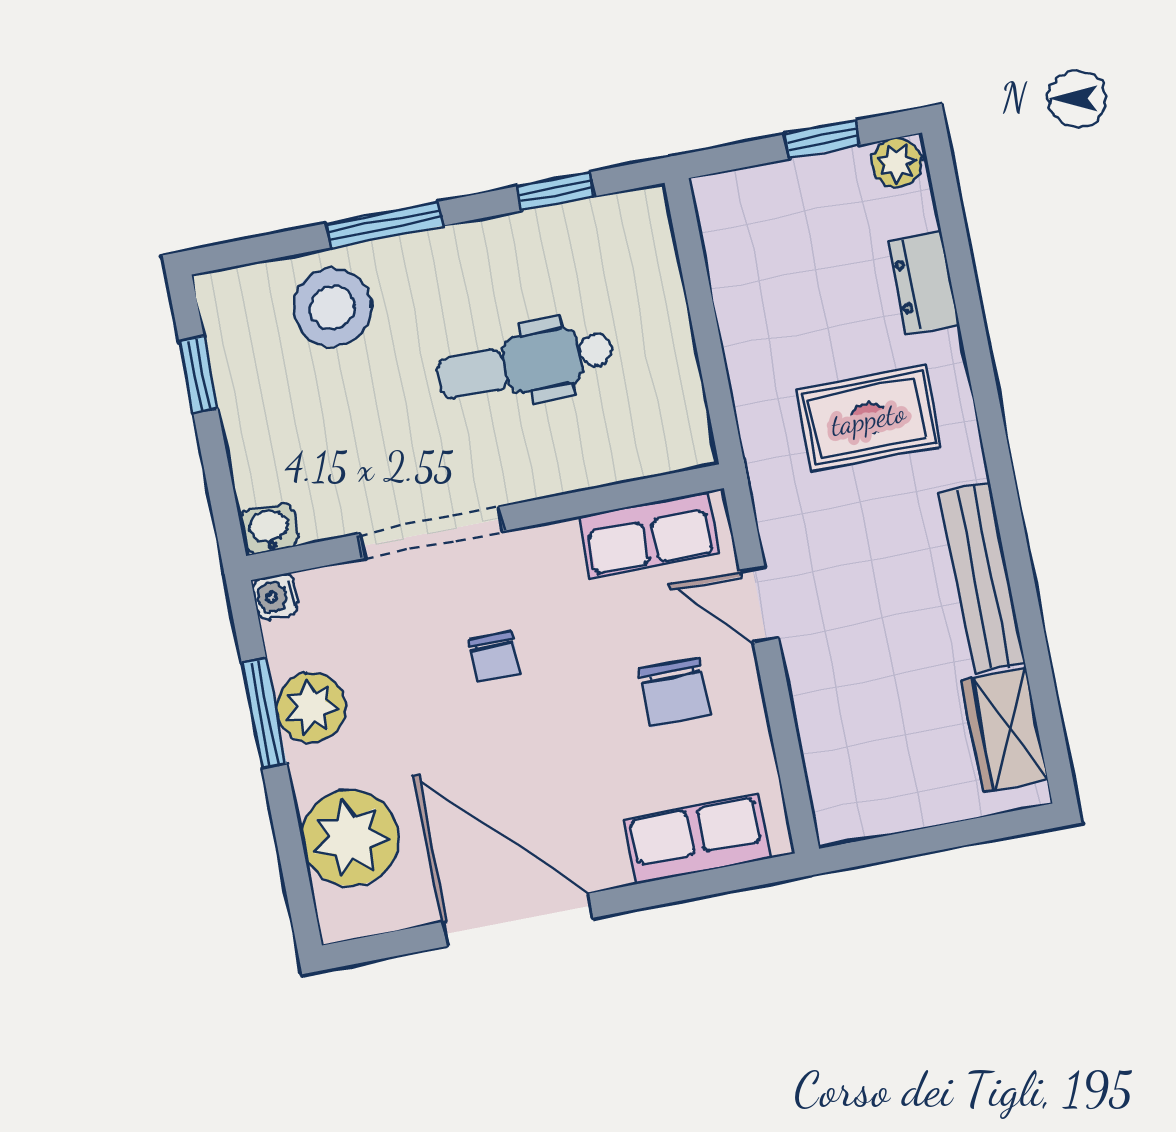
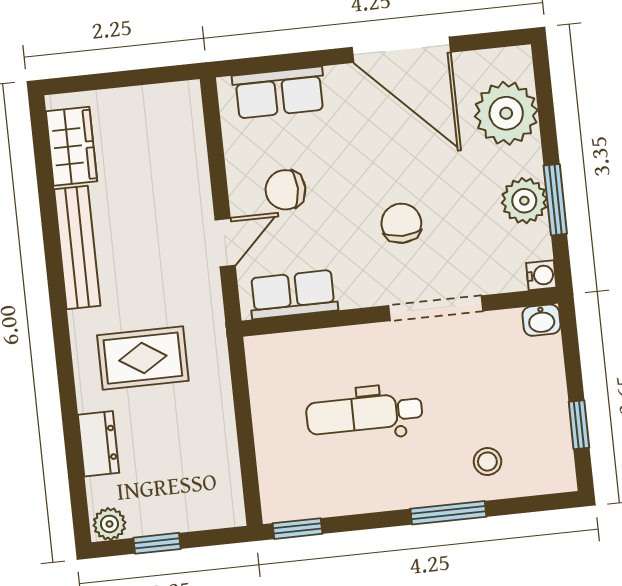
window: (555, 191) -> (298, 529), moved
stool: (332, 307) -> (487, 462), width x0.53, depth x0.53
dental chair: (525, 364) -> (364, 414), turned 180
door: (759, 604) -> (225, 243), hinge flipped
chair: (494, 657) -> (401, 223), width x1.37, depth x1.37
chair: (674, 692) -> (285, 190), turned -90

